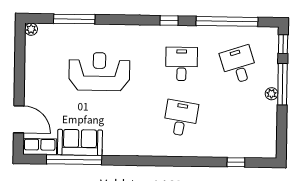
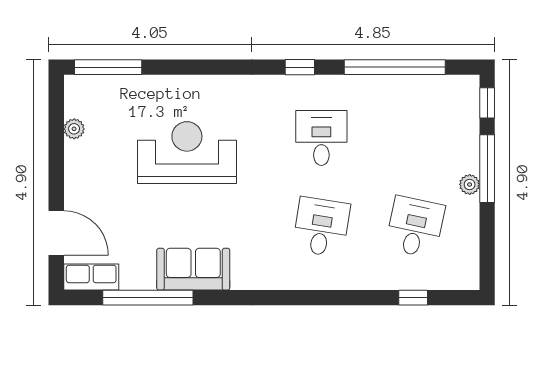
window: (74, 19) -> (108, 67), moved
plant: (31, 29) -> (74, 129), moved
desk: (239, 65) -> (415, 227), moved, turned 30
sofa: (80, 142) -> (193, 269), moved

